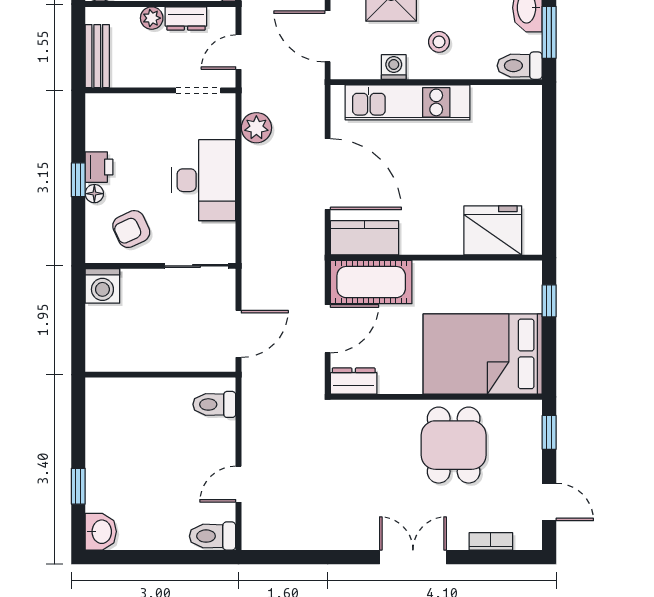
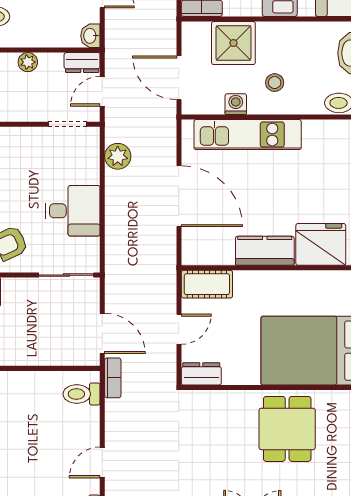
dresser: (186, 19) -> (82, 62), moved
desk: (204, 180) -> (73, 211), width x0.73
kitchen counter: (364, 238) -> (265, 251), moved
cot: (371, 282) -> (207, 284), width x0.73, depth x0.75
door: (328, 329) -> (179, 329), width x0.73
door: (238, 334) -> (102, 333), hinge flipped
bookcase: (251, 386) -> (113, 378), added

